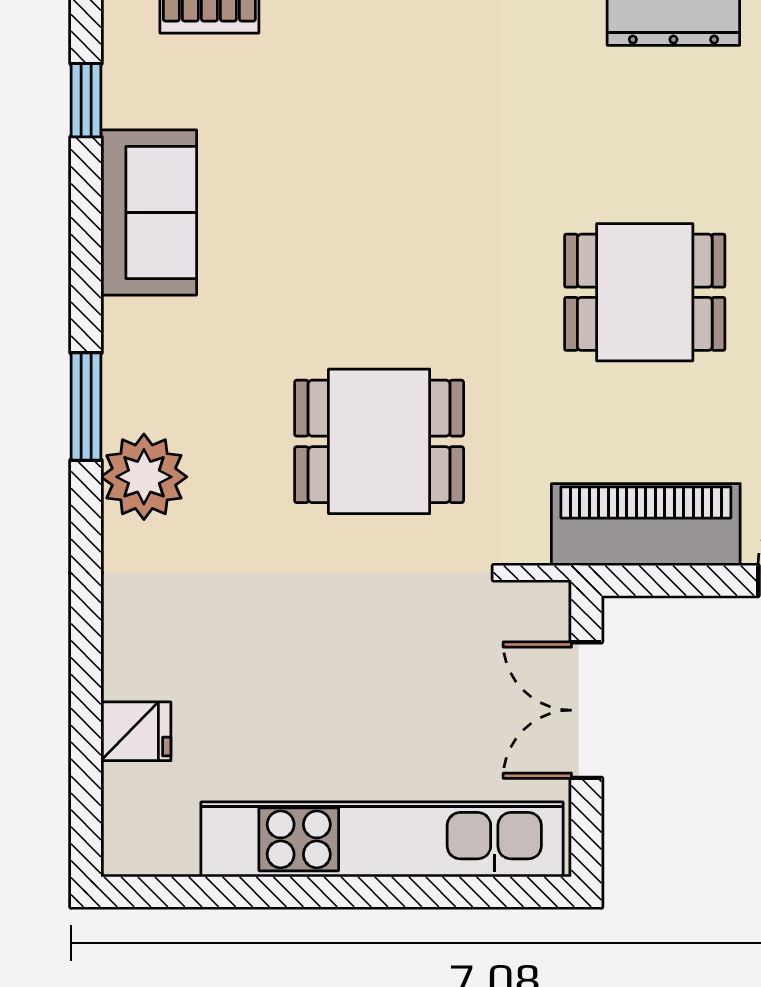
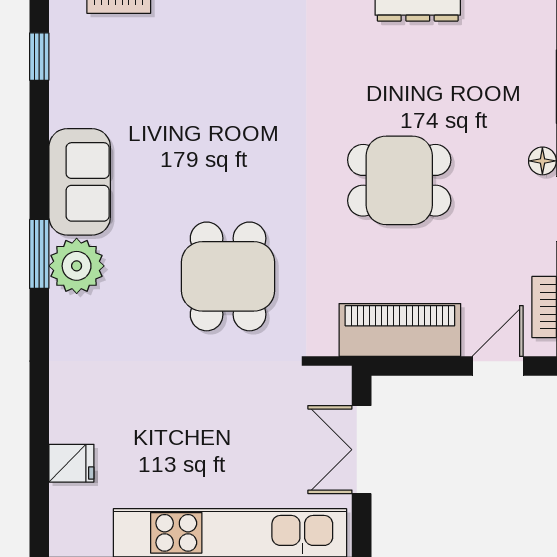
sofa: (149, 212) -> (80, 182), moved
dining table: (379, 441) -> (228, 276), turned 90
plant: (144, 477) -> (77, 266), moved

